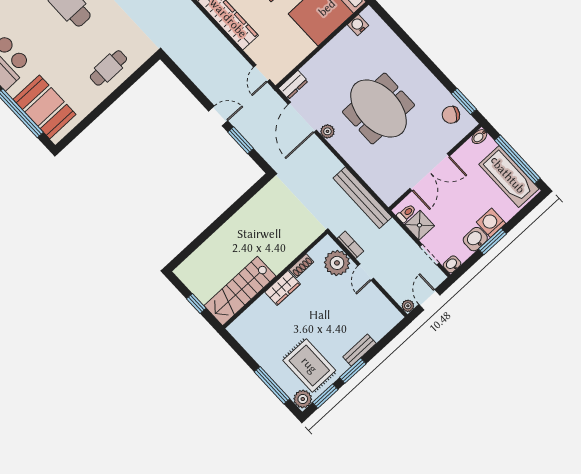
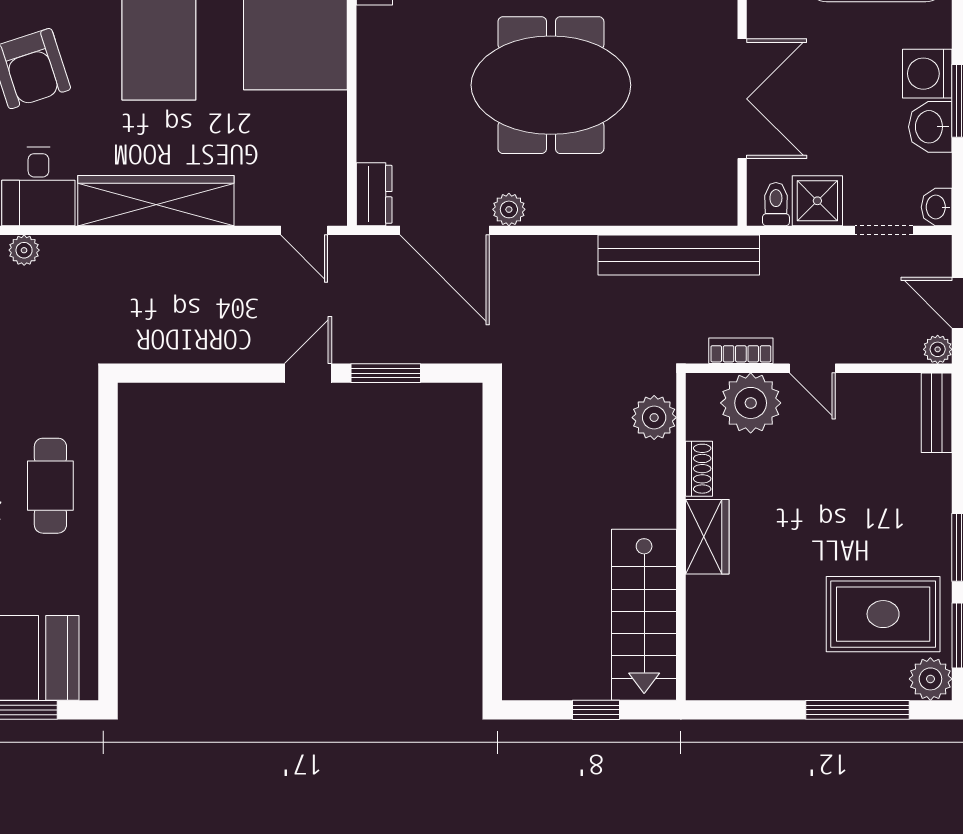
plant: (304, 237) -> (654, 418), added
bench: (359, 350) -> (937, 413), moved

